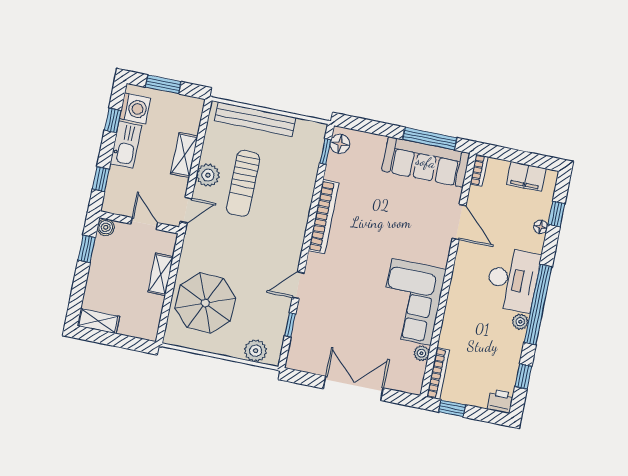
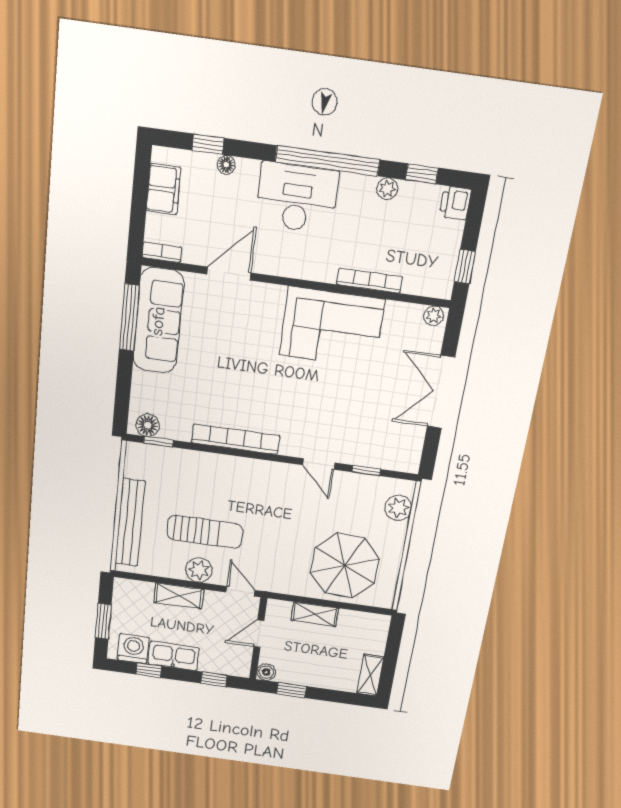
plant: (520, 322) -> (387, 189), moved
plant: (421, 353) -> (434, 316), moved
bookcase: (438, 373) -> (370, 281), moved

